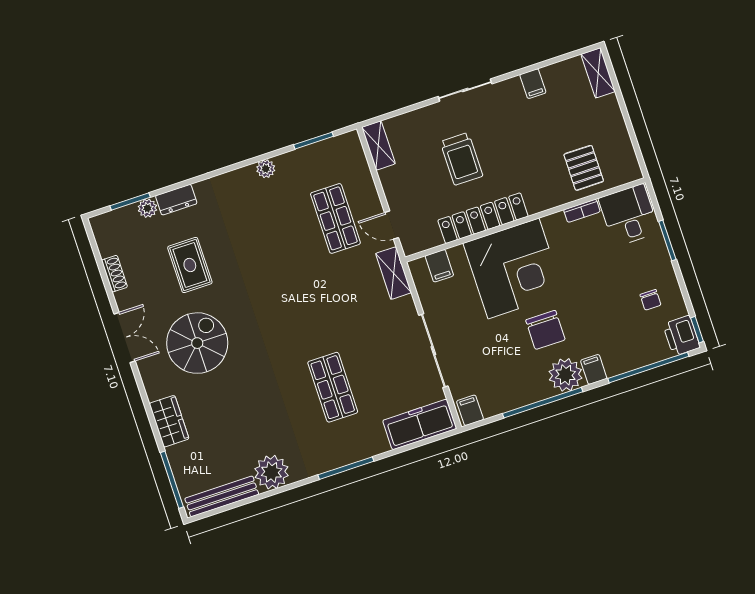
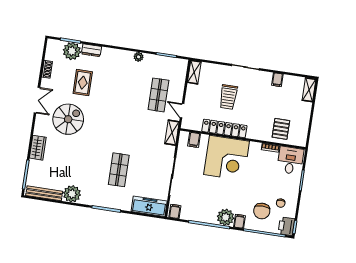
plant: (147, 208) -> (72, 51), width x1.88, depth x1.88
chair: (545, 330) -> (262, 211), moved

